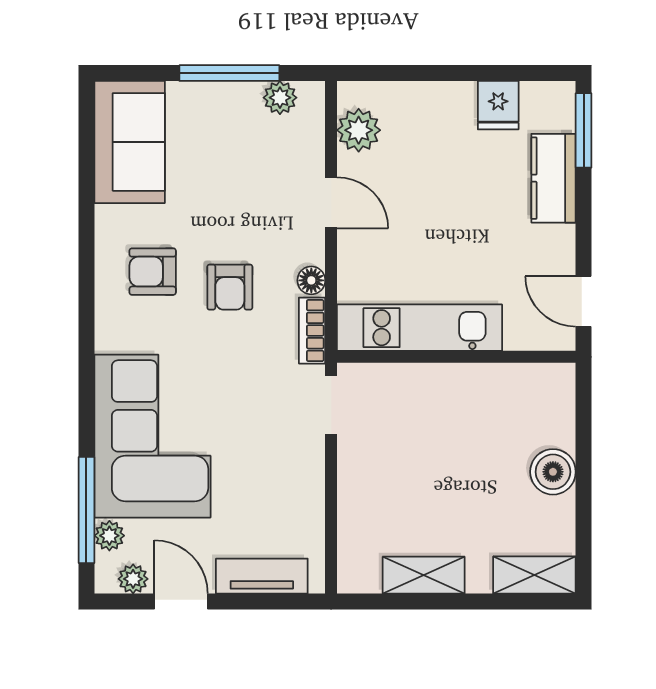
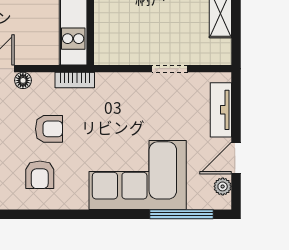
floor lamp: (311, 280) -> (23, 80), moved
doorway: (331, 405) -> (170, 69), moved
plant: (109, 536) -> (197, 201), removed

